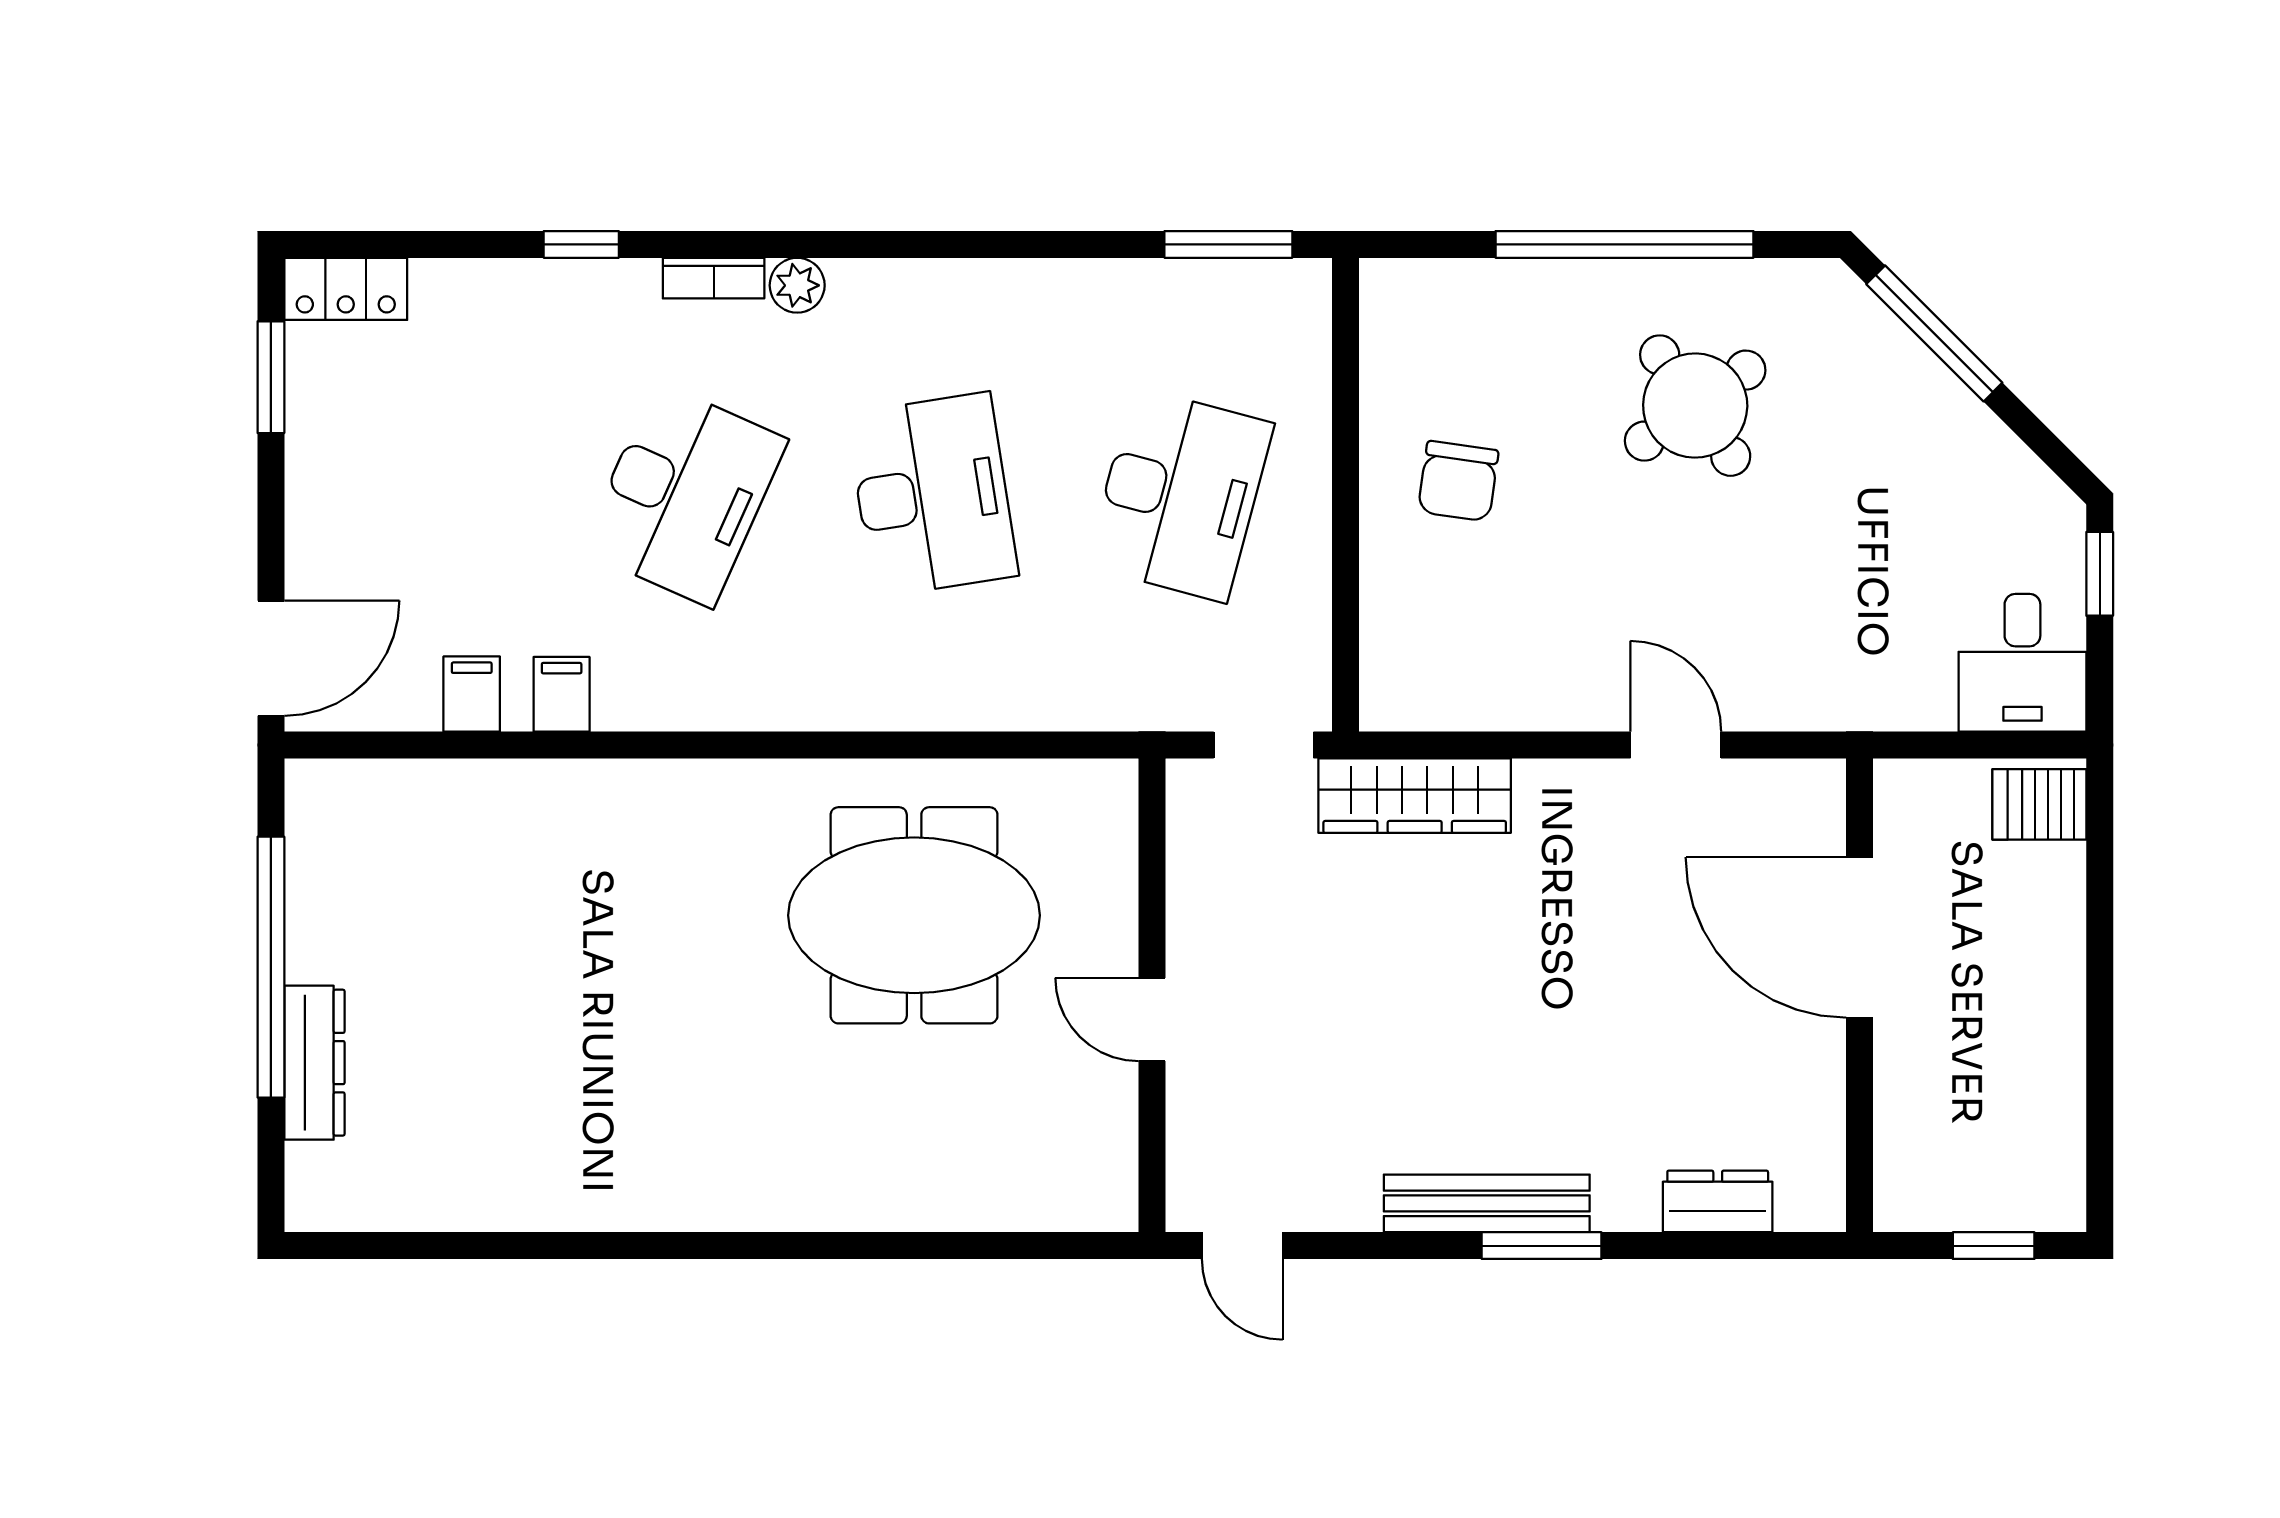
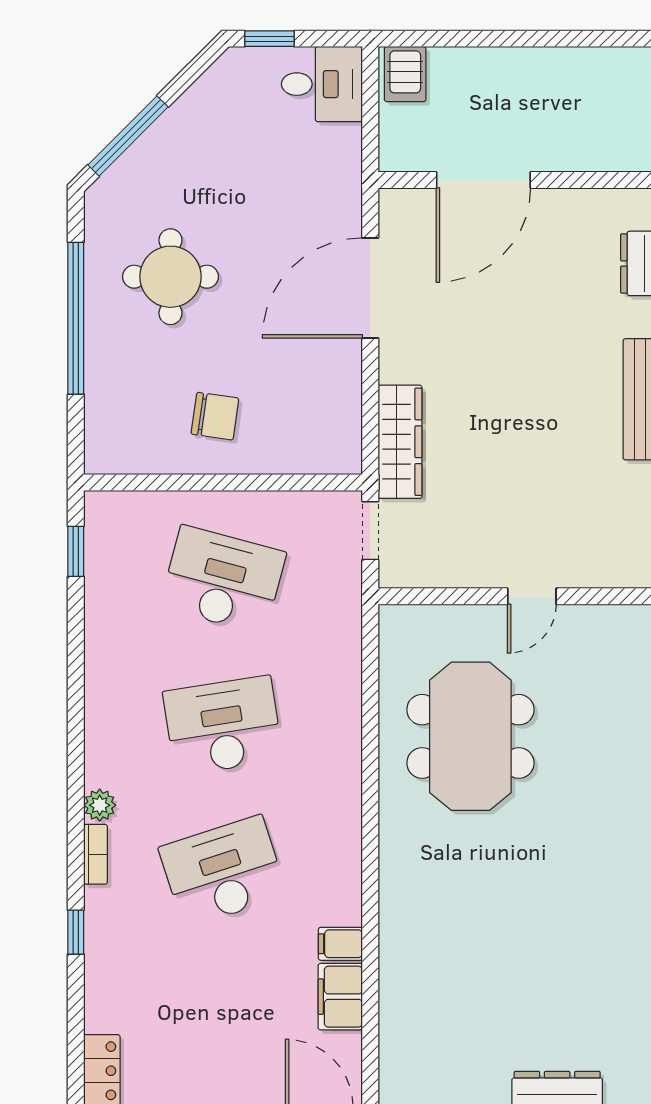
window: (1228, 244) -> (76, 551), width x0.67
round table: (1695, 406) -> (170, 277), turned 35
desk: (684, 495) -> (223, 872), turned -42
filing cabinet: (472, 694) -> (340, 997), width x2.00
door: (1676, 745) -> (370, 288), width x1.87

